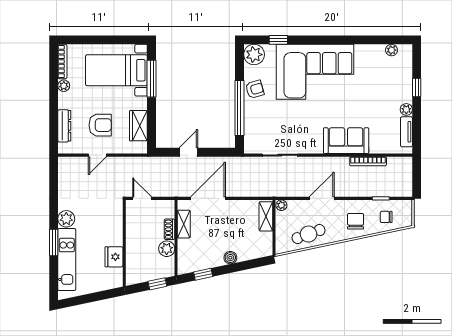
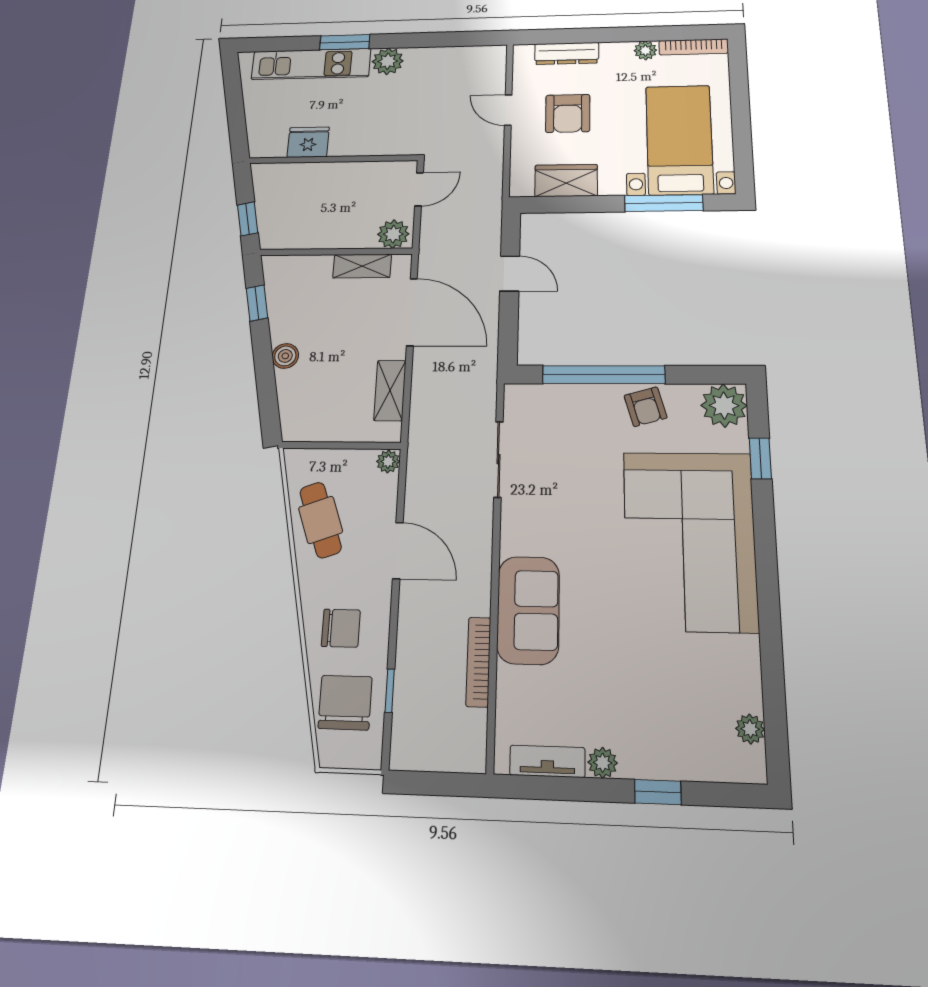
shelving: (266, 216) -> (390, 390), moved, turned 90
chair: (386, 217) -> (345, 703), width x1.87, depth x1.87
shoe rack: (170, 229) -> (354, 240), removed
plant: (167, 249) -> (393, 234), moved

